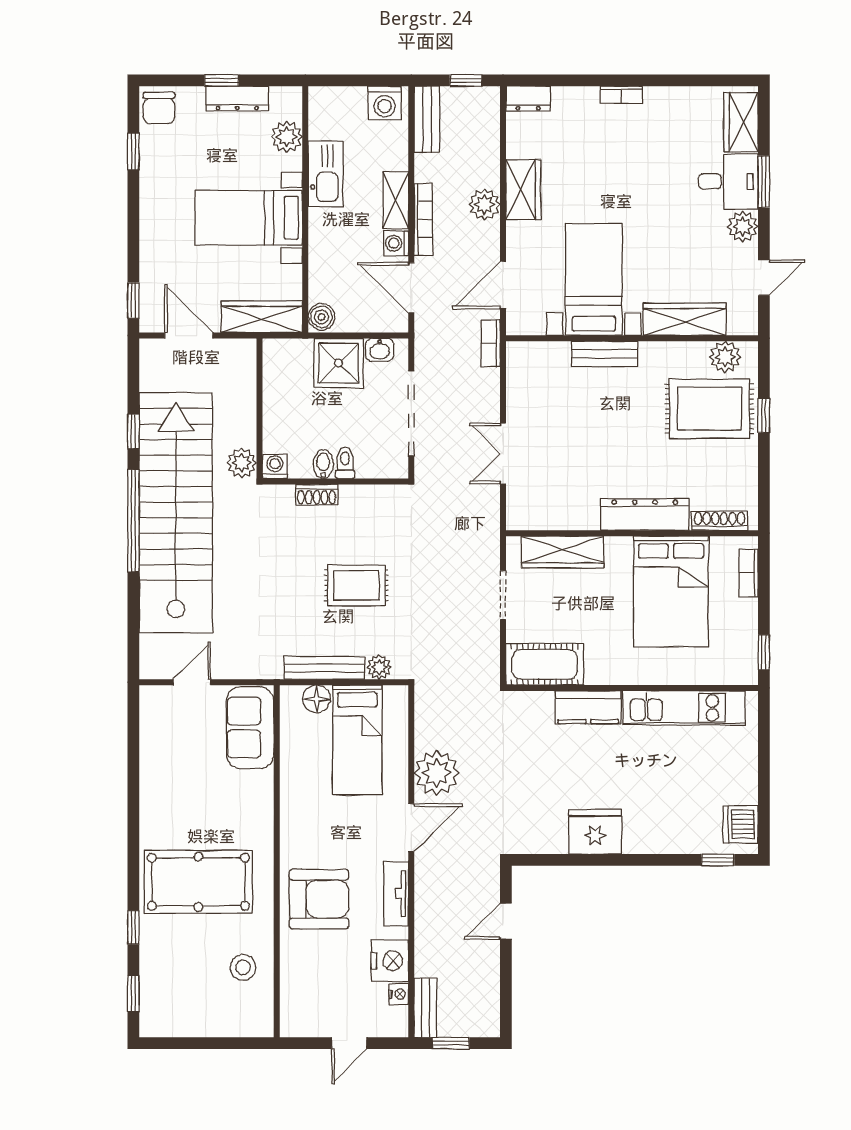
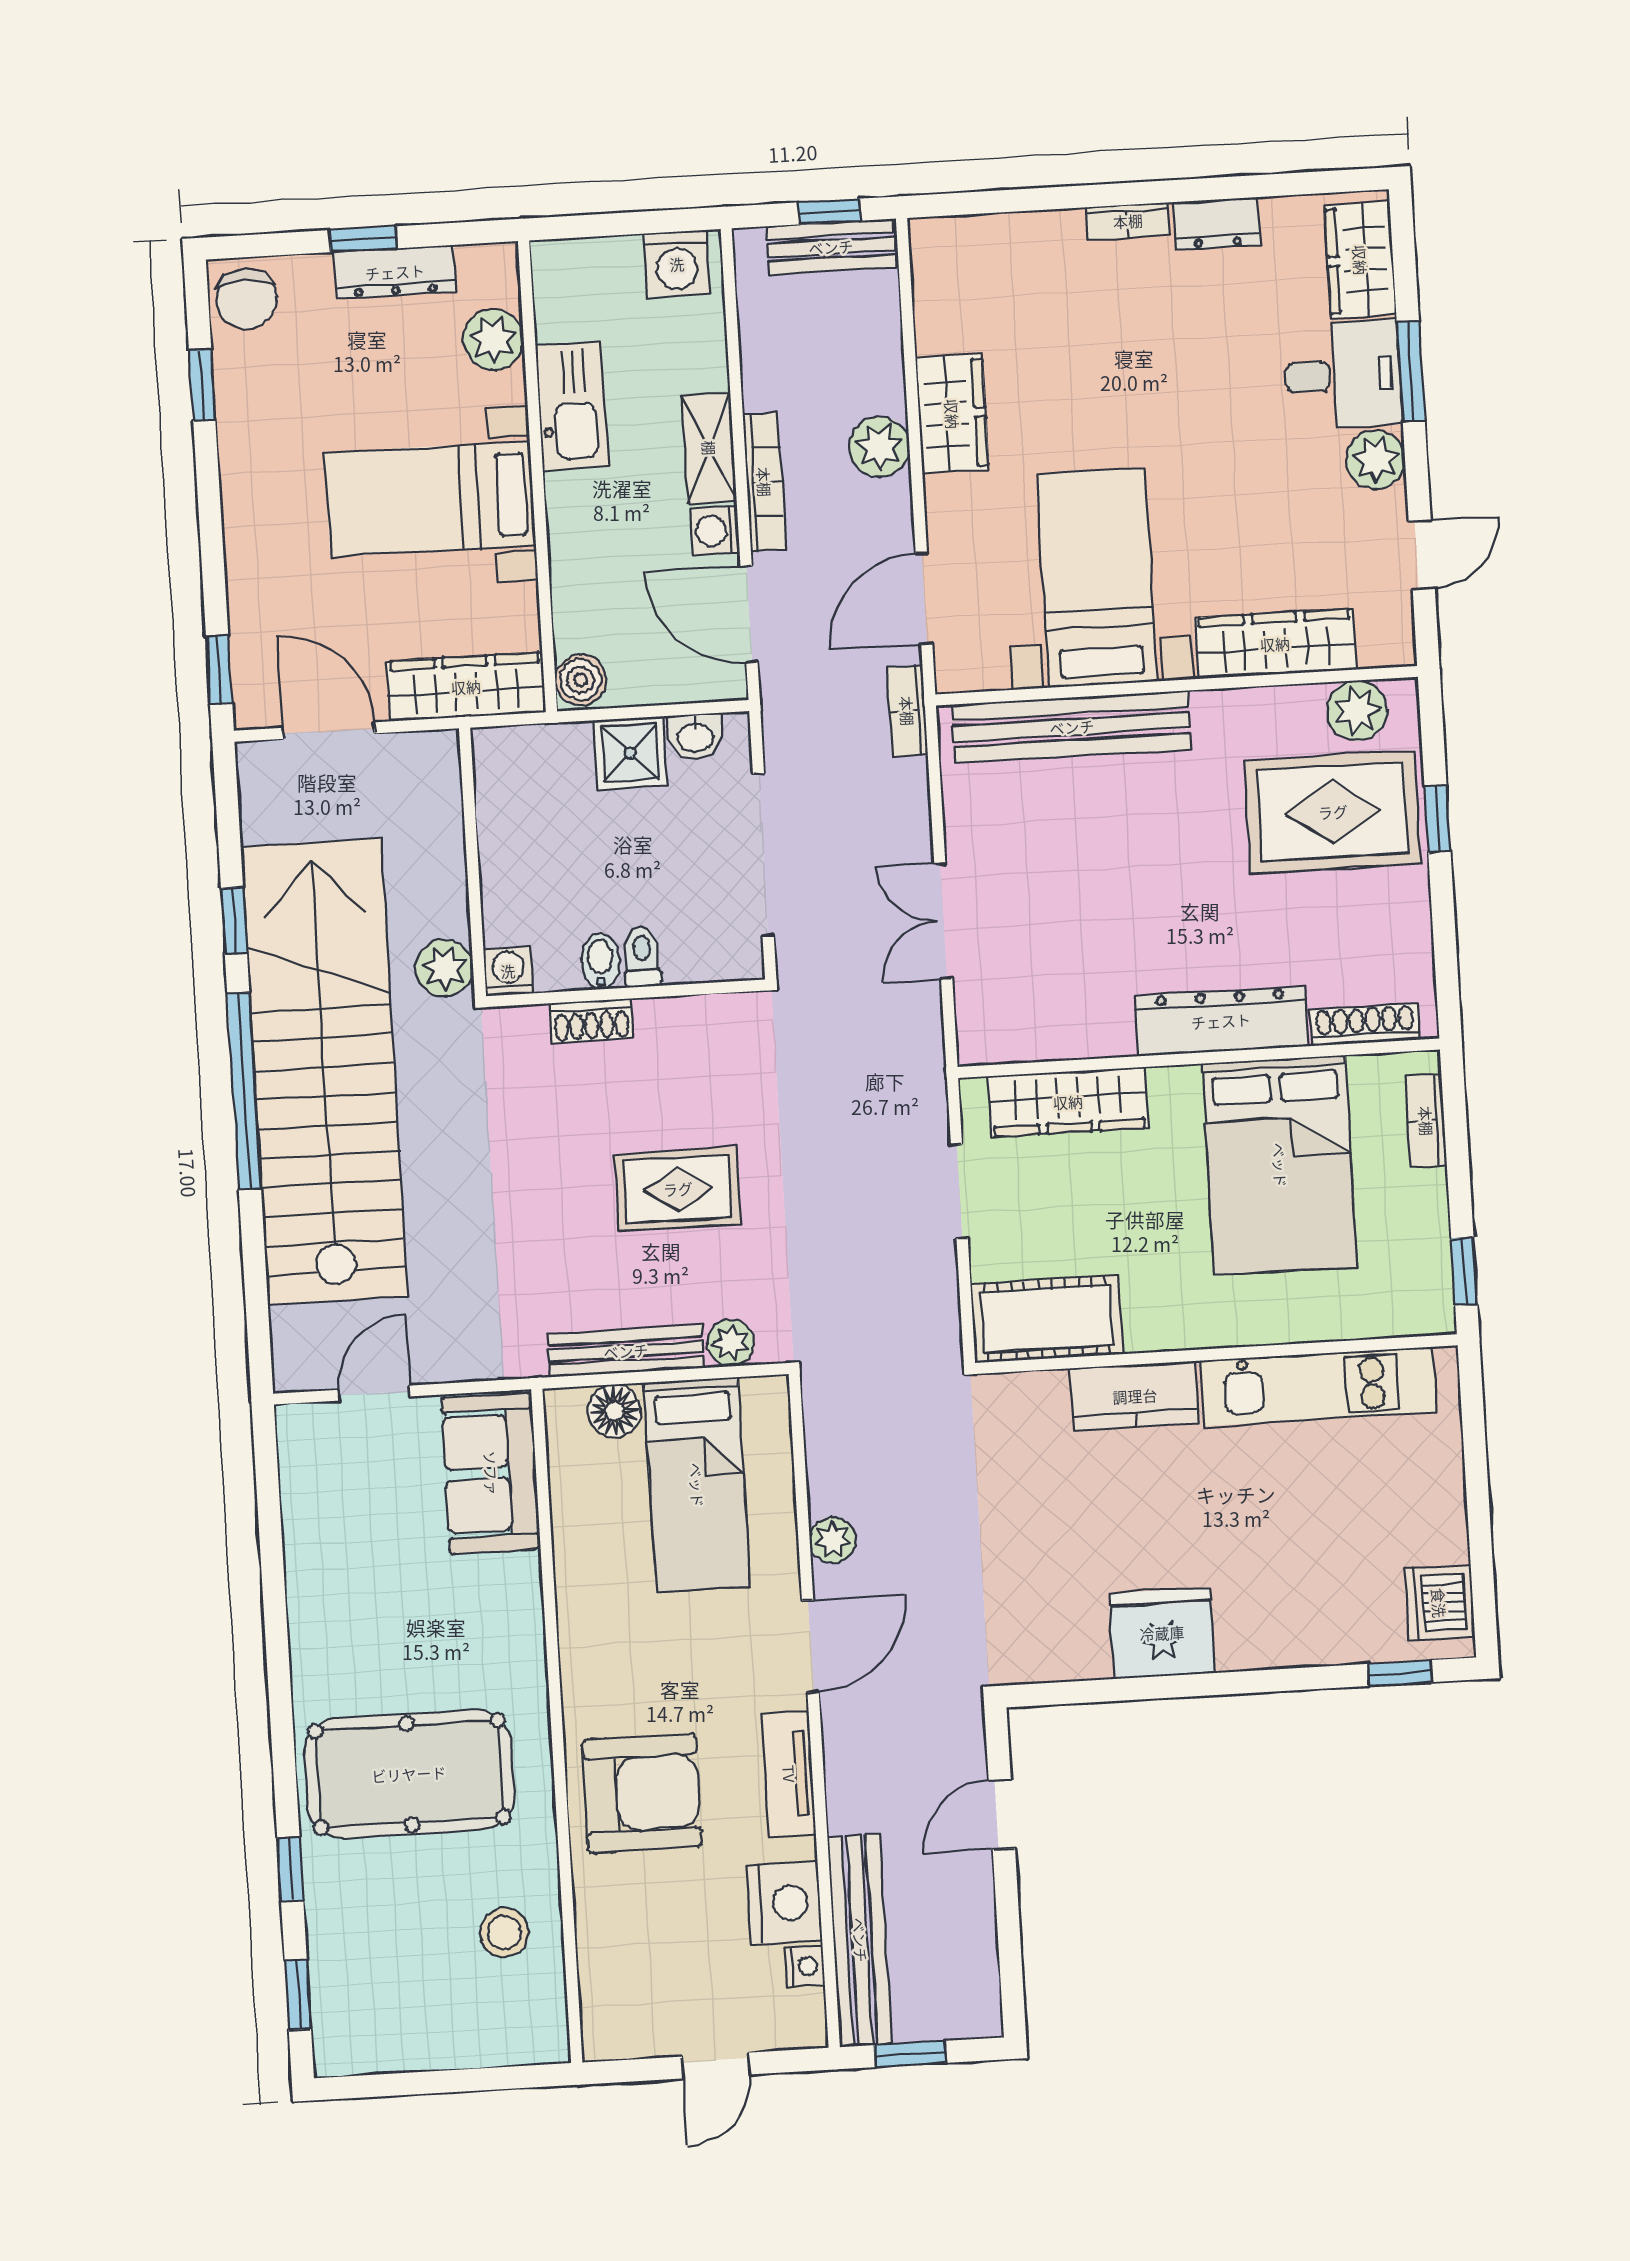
dresser: (528, 99) -> (1217, 223), moved
bench: (427, 119) -> (831, 247), moved, turned 90
bench: (605, 354) -> (1072, 727), width x1.86, depth x1.21
shower: (338, 363) -> (630, 753), width x0.73, depth x0.73
plant: (437, 773) -> (833, 1540), width x0.53, depth x0.53
bench: (426, 1008) -> (860, 1940), width x1.86, depth x1.21

